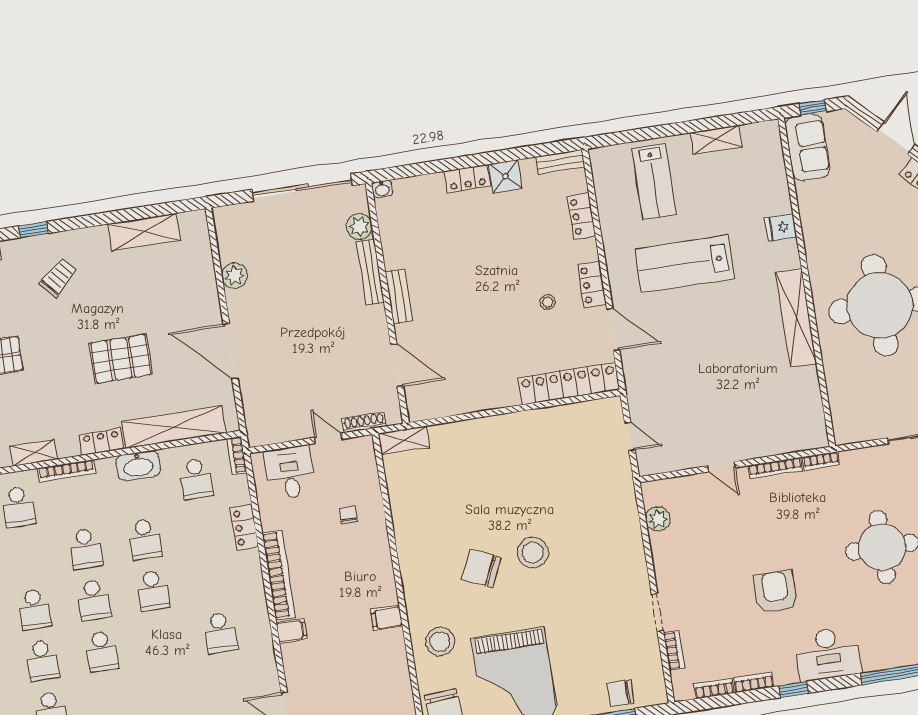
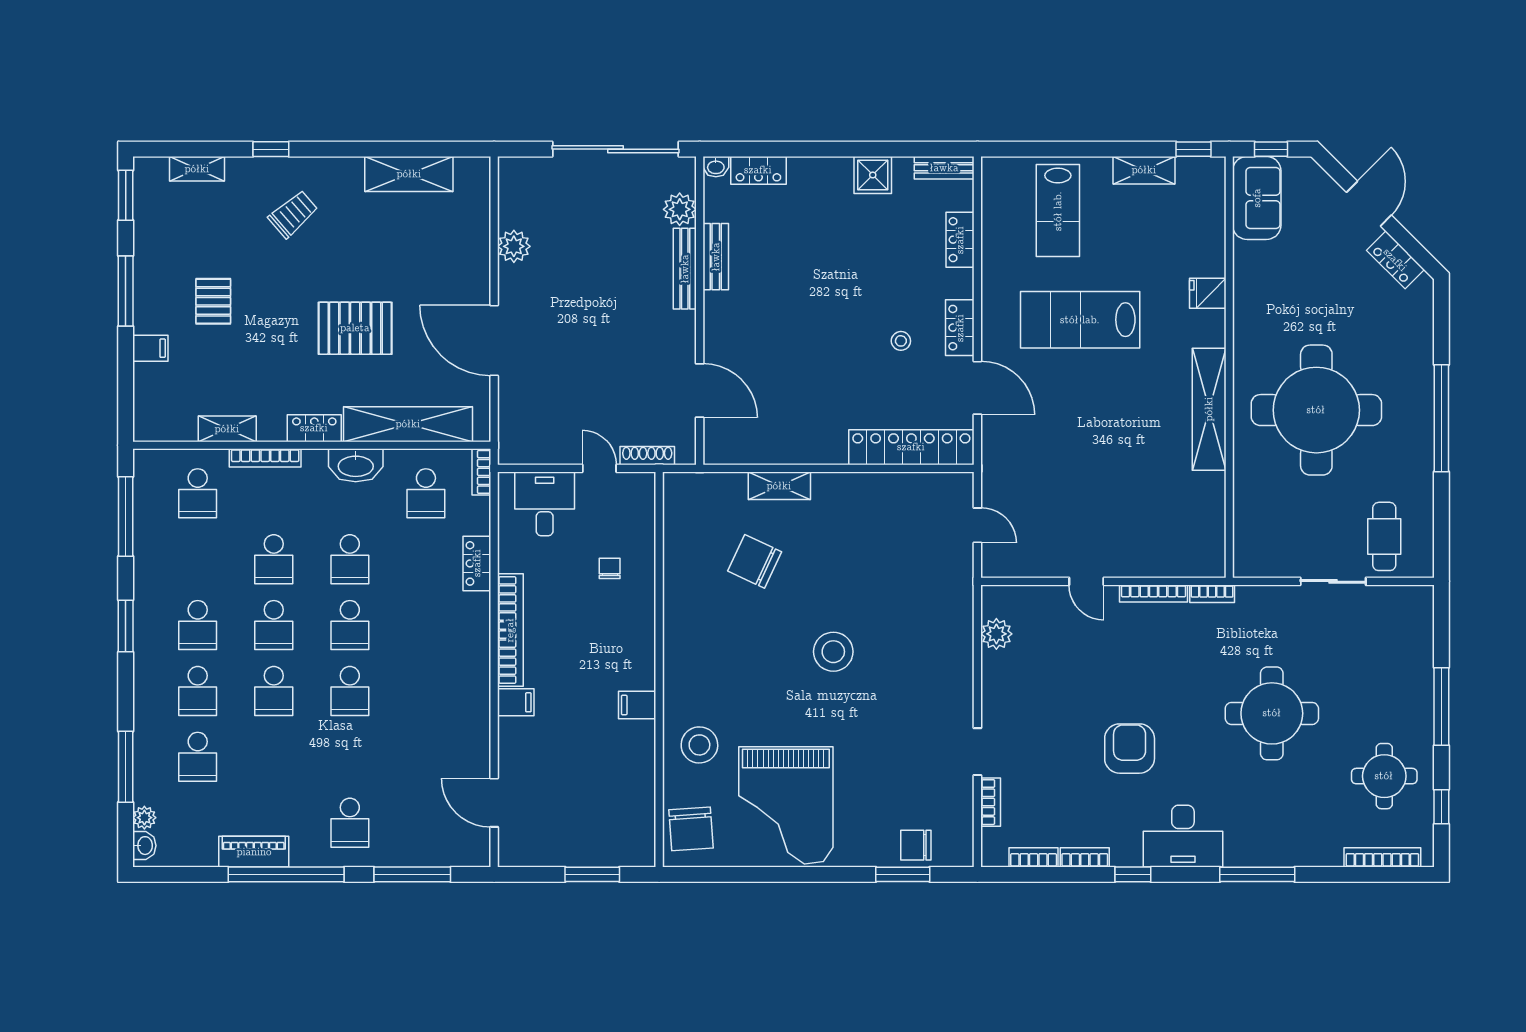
window: (752, 117) -> (1194, 149), added
locker: (467, 179) -> (758, 170), moved
bench: (399, 297) -> (716, 257), moved
shelving: (404, 440) -> (779, 486), moved
chair: (481, 568) -> (755, 561), moved
school desk: (220, 633) -> (350, 691), moved

